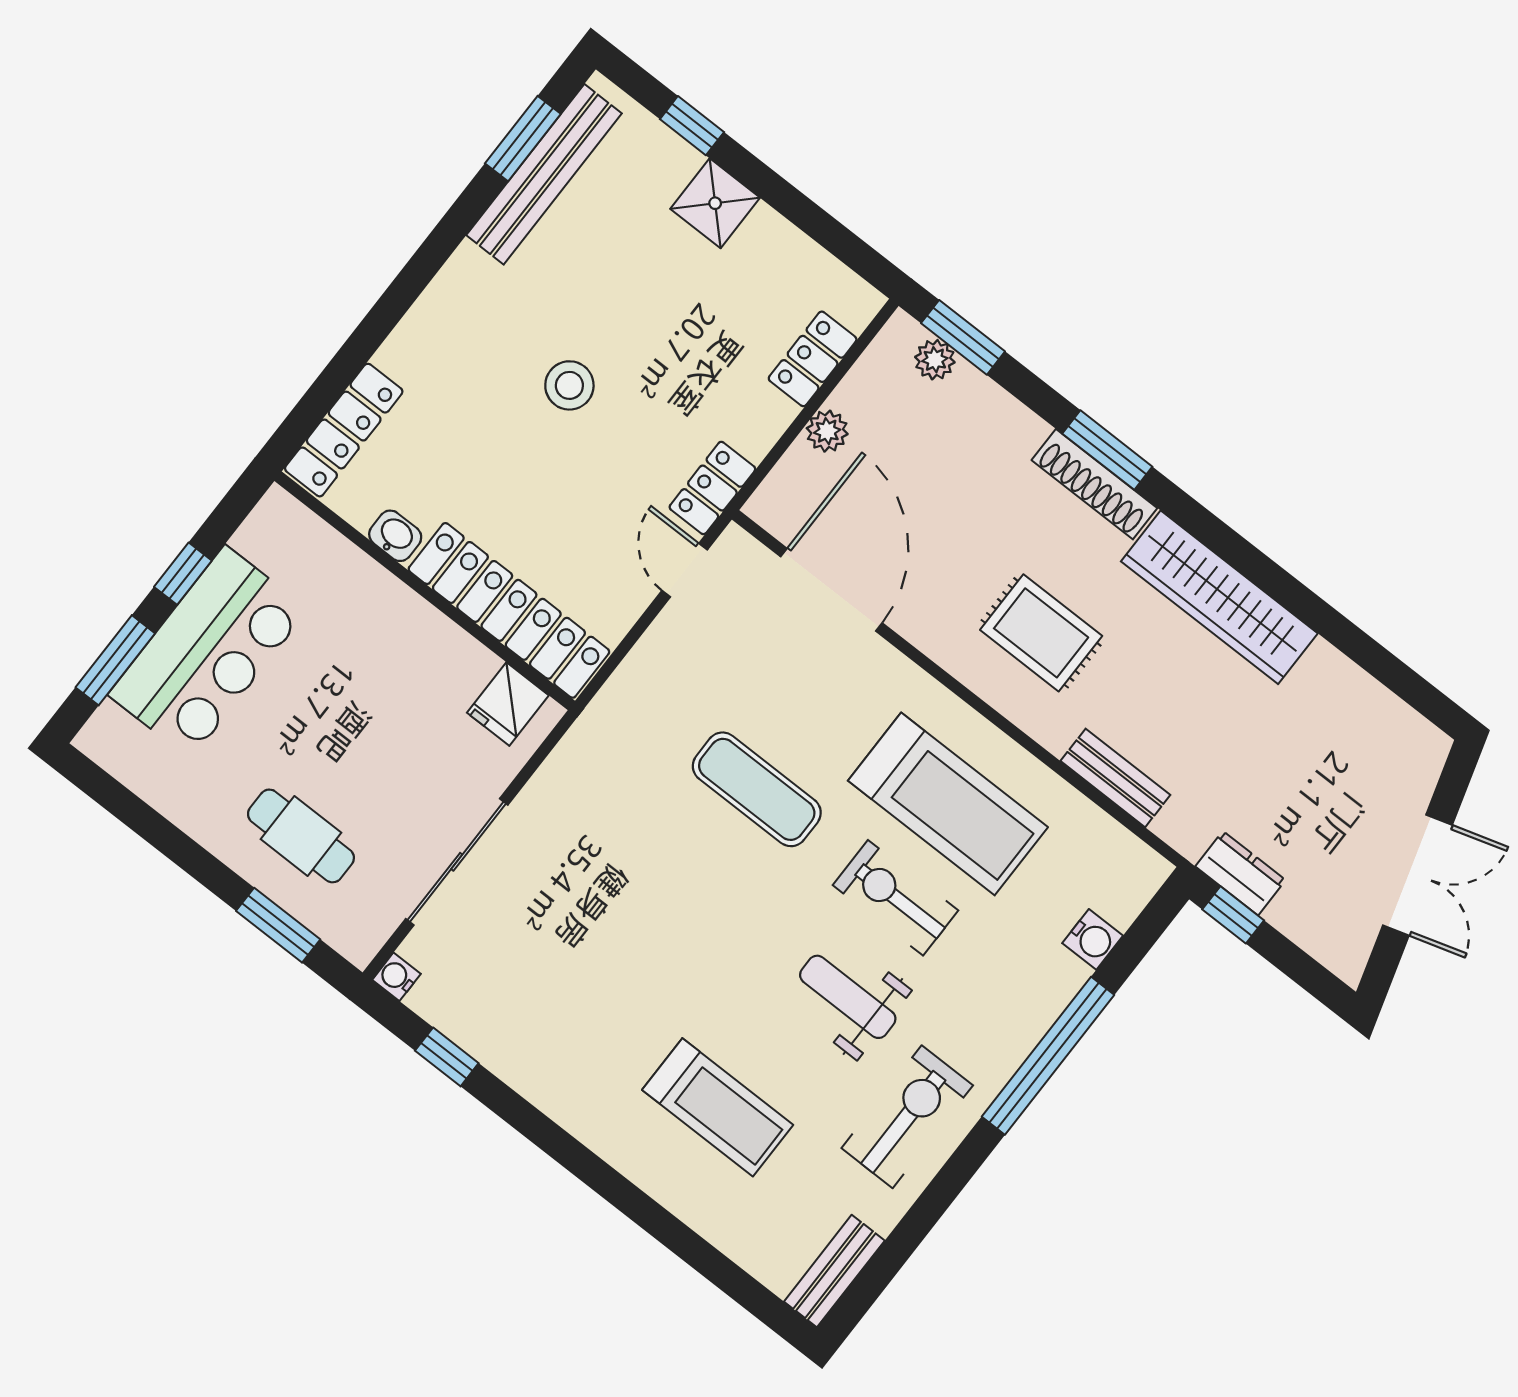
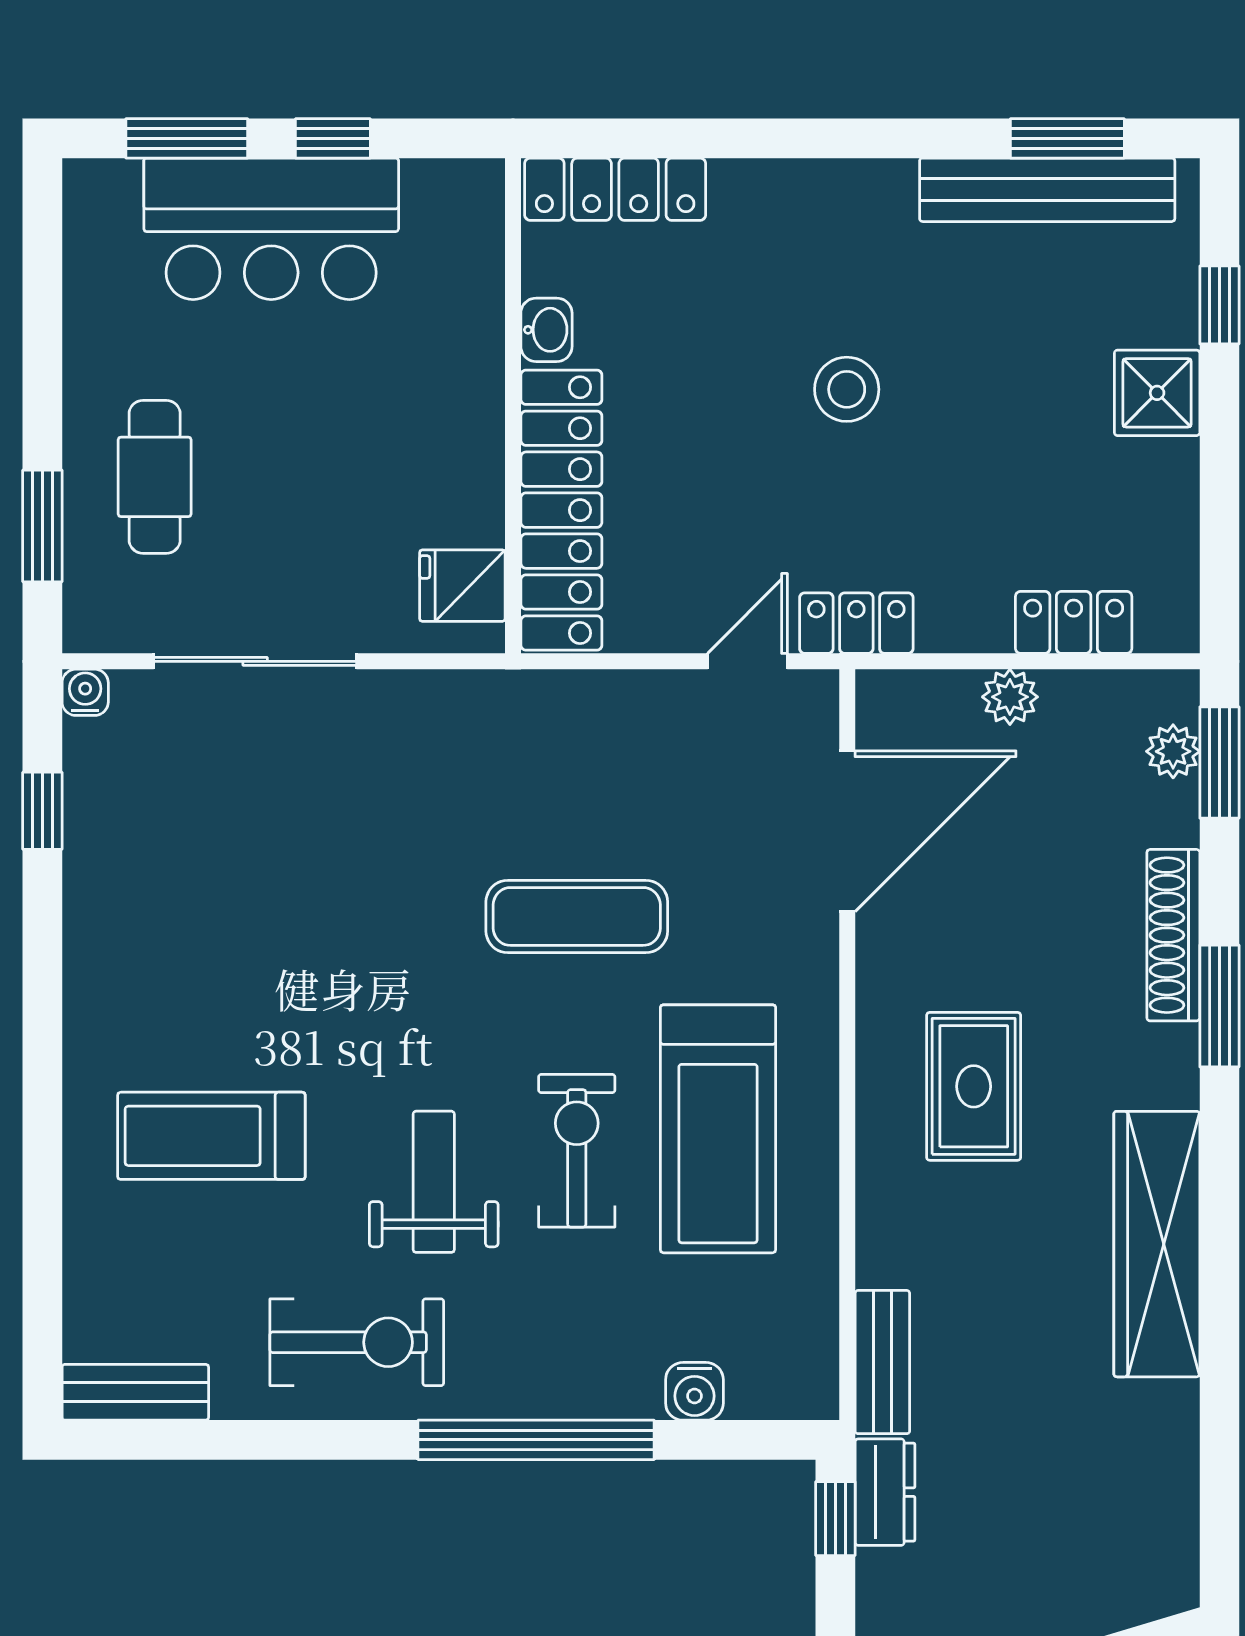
shoe rack: (1094, 484) -> (1173, 935), moved
bench: (1115, 778) -> (882, 1362), moved
exercise mat: (757, 789) -> (577, 916), turned 90
treadmill: (718, 1107) -> (211, 1136), turned 90

